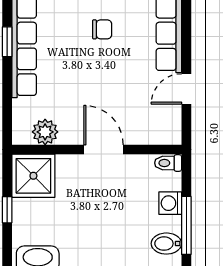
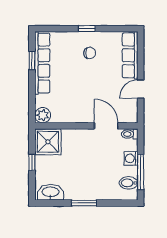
plant: (45, 132) -> (43, 115), moved
door: (103, 149) -> (106, 126), moved

